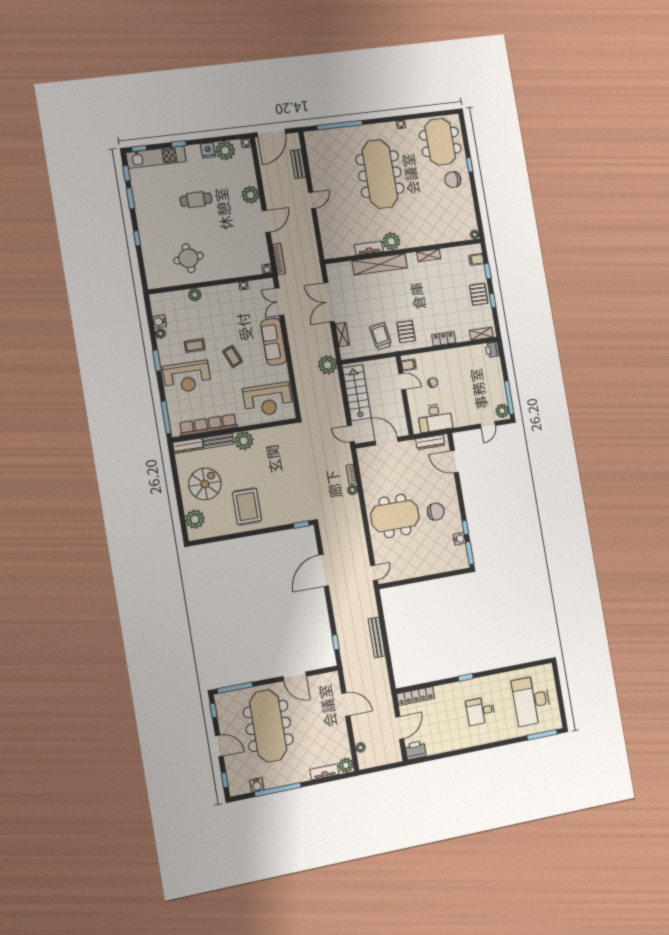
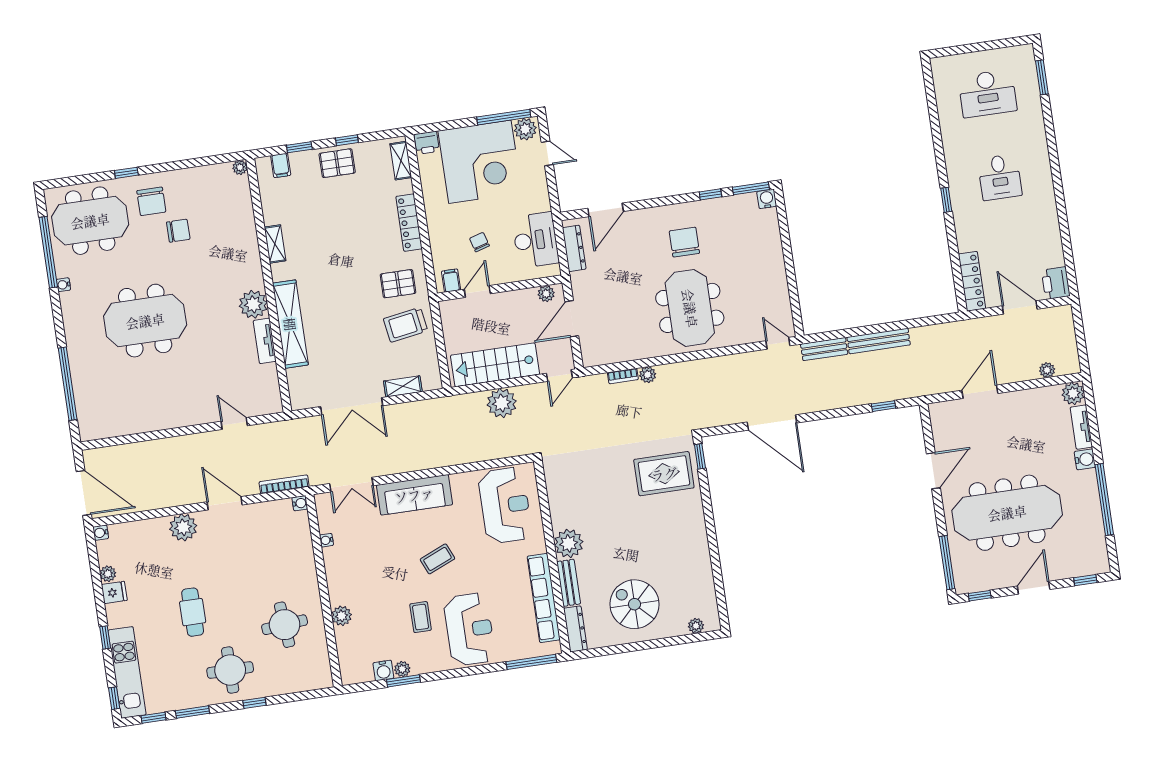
window: (420, 116) -> (48, 252), added
plant: (225, 151) -> (108, 574), width x0.53, depth x0.53
bench: (298, 164) -> (824, 349), moved
meeting table: (380, 174) -> (145, 321), width x0.73
chair: (435, 196) -> (178, 231), added
door: (312, 200) -> (234, 423), moved
round table: (158, 223) -> (230, 670), added
locker: (444, 339) -> (409, 223), width x1.53
window: (157, 361) -> (403, 681), moved
plant: (327, 365) -> (502, 403), moved
corner desk: (482, 383) -> (480, 162), added
plant: (402, 425) -> (546, 294), added
rug: (247, 506) -> (664, 474), moved
plant: (195, 519) -> (696, 626), width x0.53, depth x0.53
water cooler: (459, 539) -> (767, 199), moved
desk: (531, 701) -> (987, 93), width x0.73, depth x0.77
window: (542, 735) -> (1042, 77), width x0.69
water cooler: (257, 785) -> (1085, 459), moved

